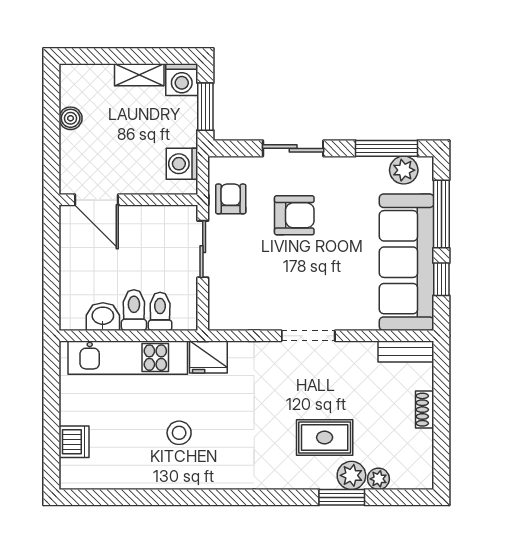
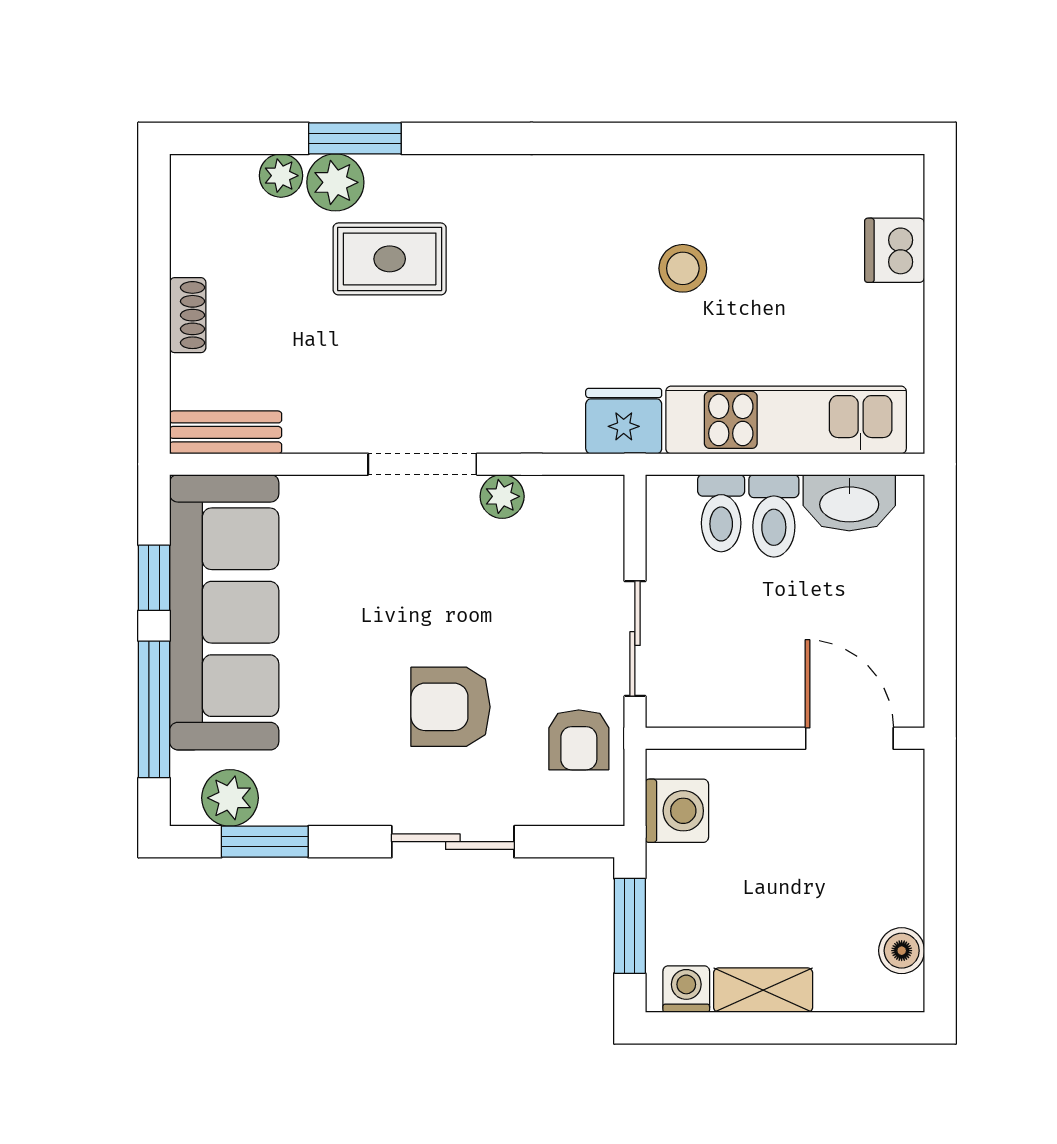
washing machine: (182, 80) -> (686, 989), width x0.73, depth x0.73
boiler: (71, 118) -> (902, 951), moved
window: (386, 148) -> (265, 842), width x0.69
washbasin: (103, 317) -> (849, 503), width x1.38
plant: (269, 320) -> (502, 496), added

